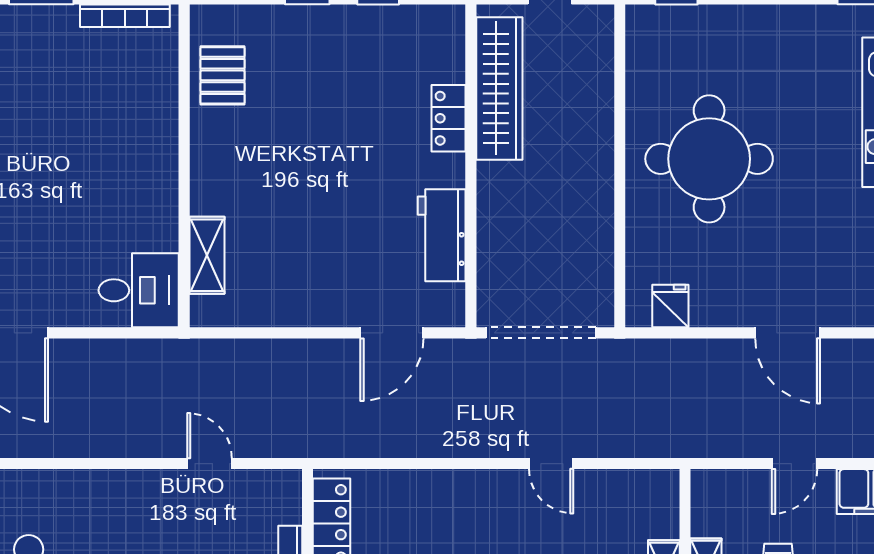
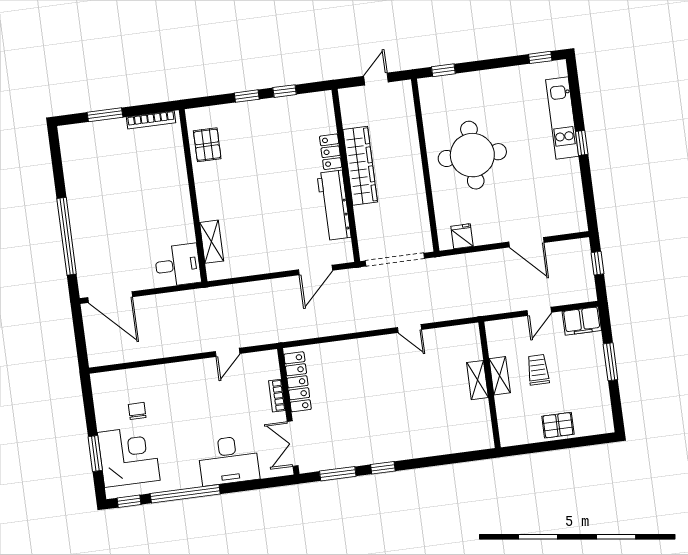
wardrobe: (499, 88) -> (360, 166), moved
workbench: (442, 235) -> (334, 205), width x1.38
door: (210, 464) -> (228, 352), swing flipped

